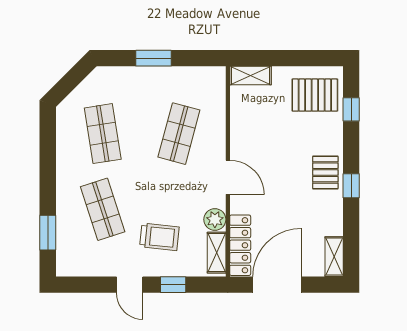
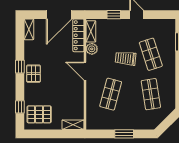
trolley: (159, 237) -> (126, 58), moved

